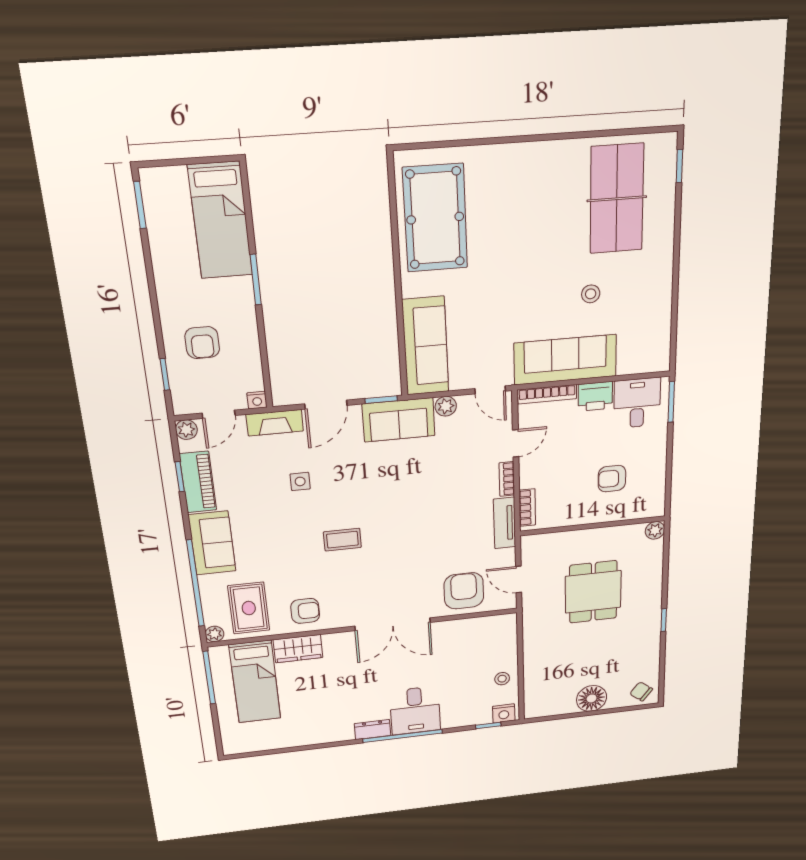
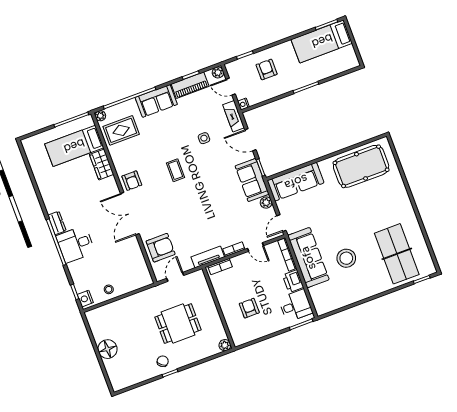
table tennis table: (617, 199) -> (397, 254), turned 90
bed: (220, 220) -> (322, 41), moved
stool: (591, 294) -> (346, 258), width x1.89, depth x1.89
armchair: (202, 343) -> (267, 69), turned 90
armchair: (305, 611) -> (132, 181), moved
chair: (641, 691) -> (163, 361), moved

